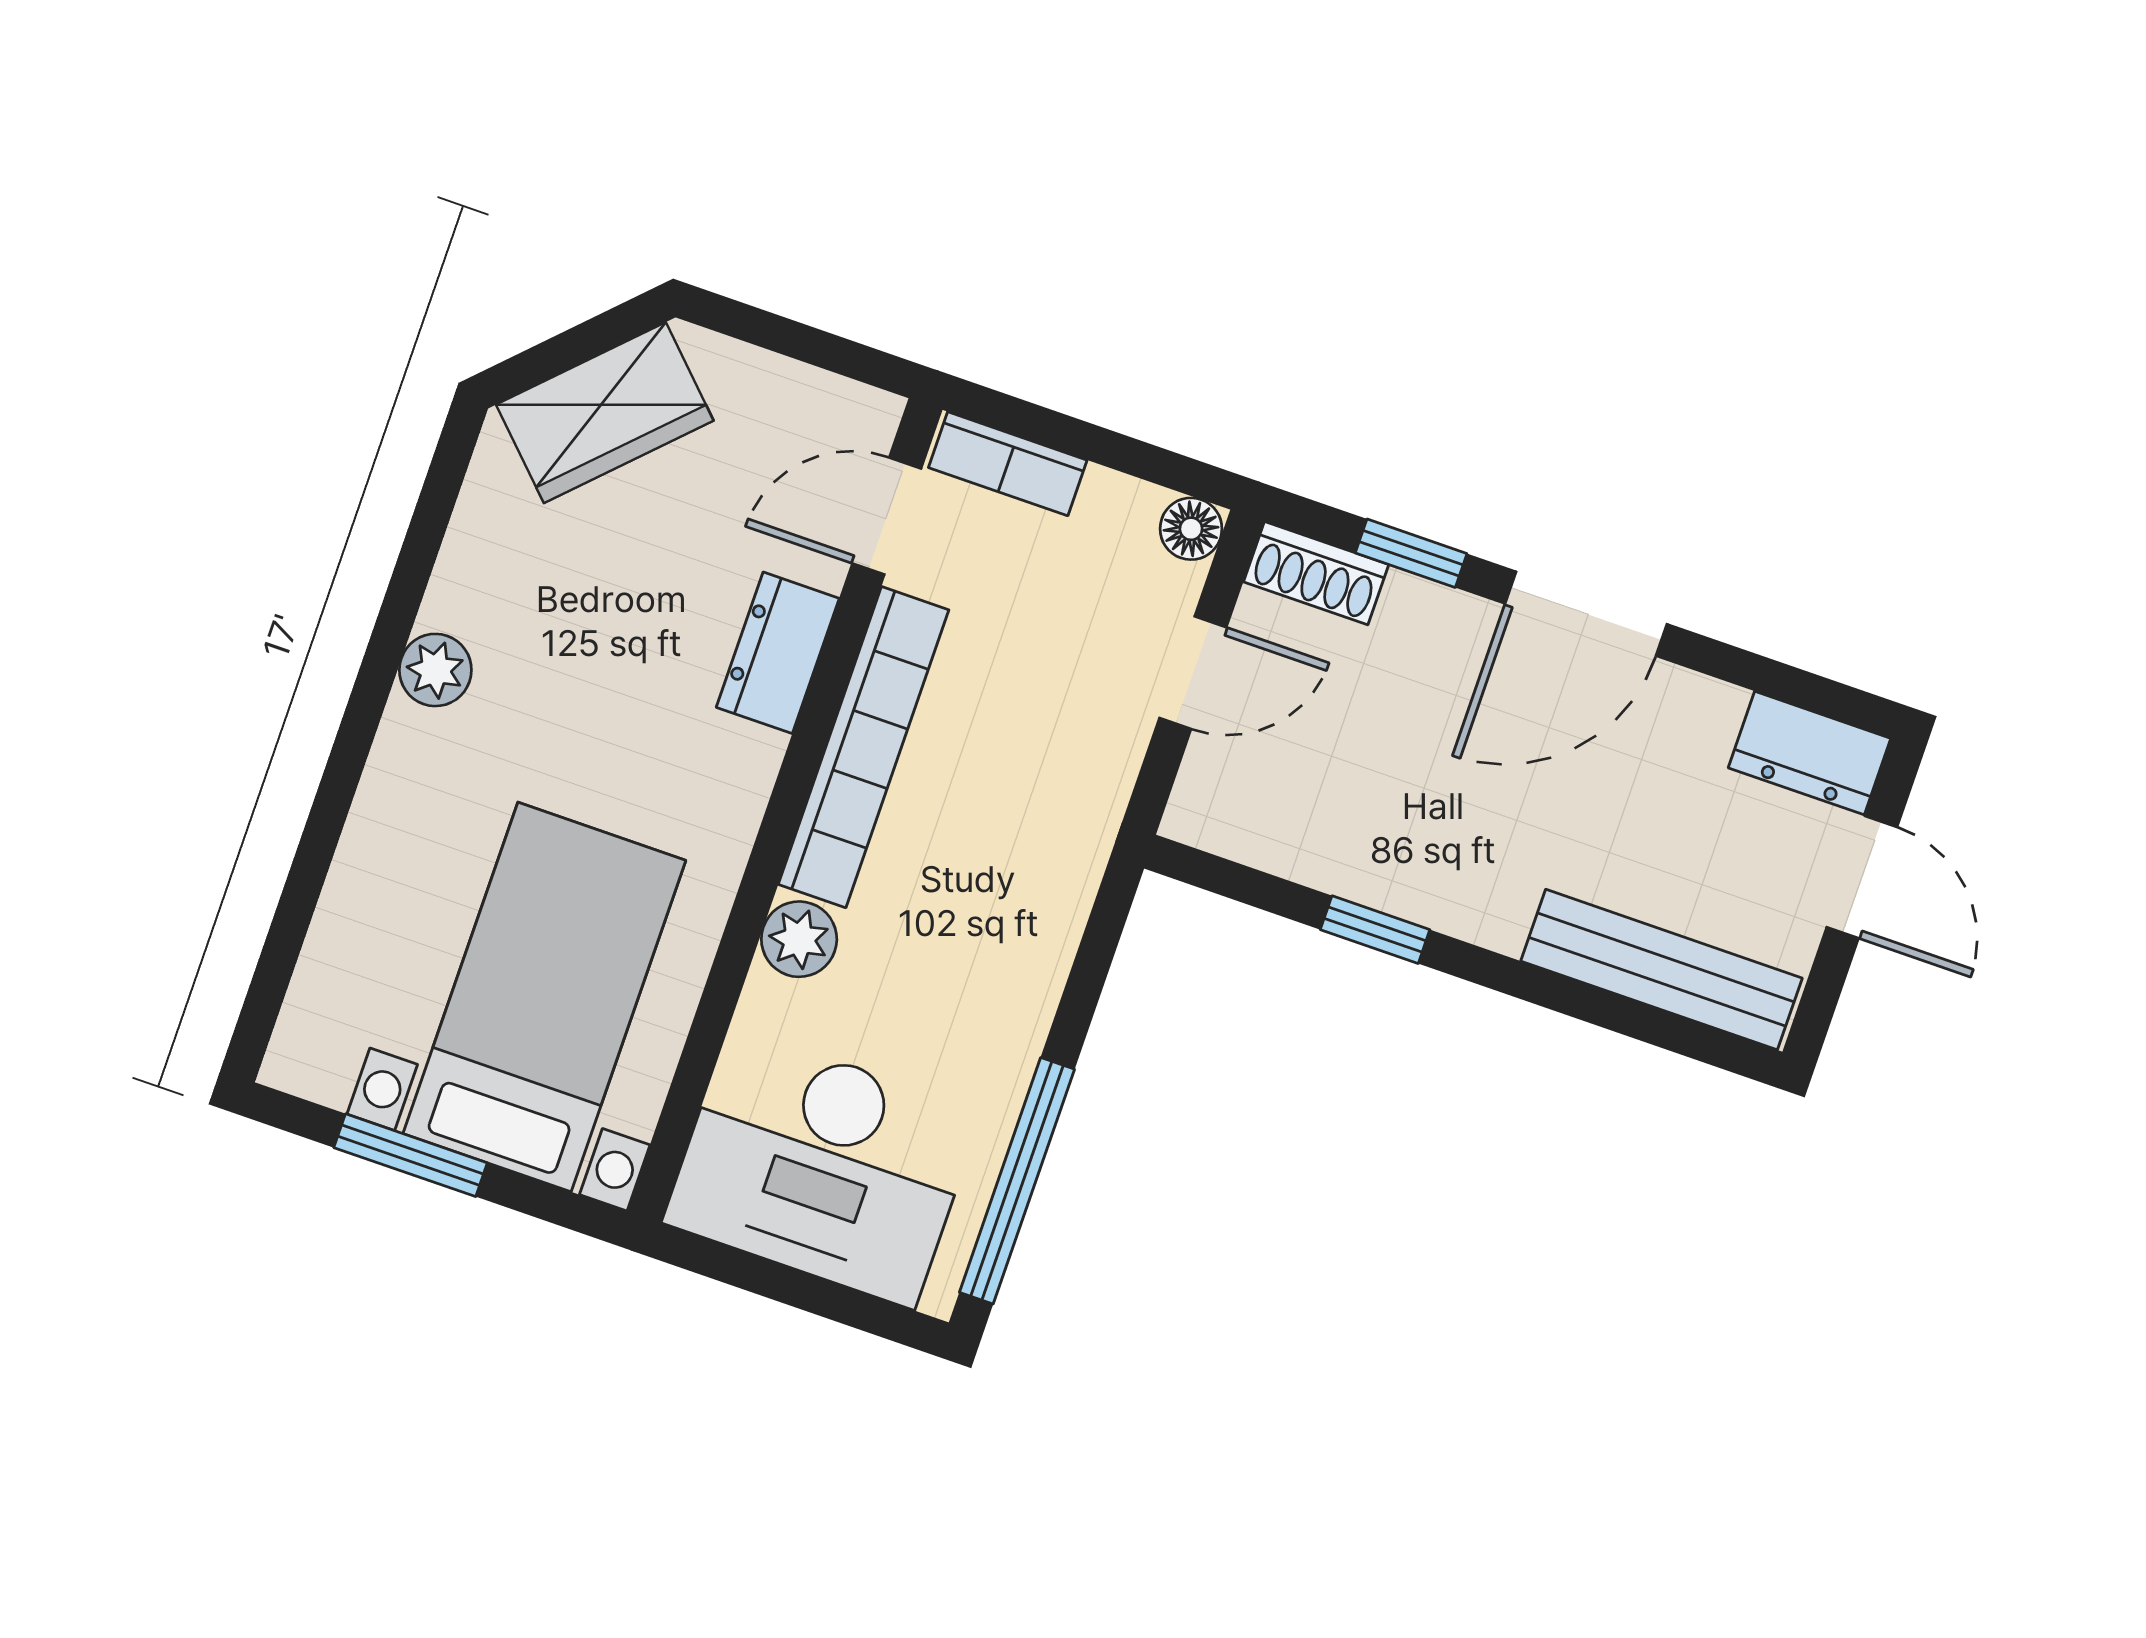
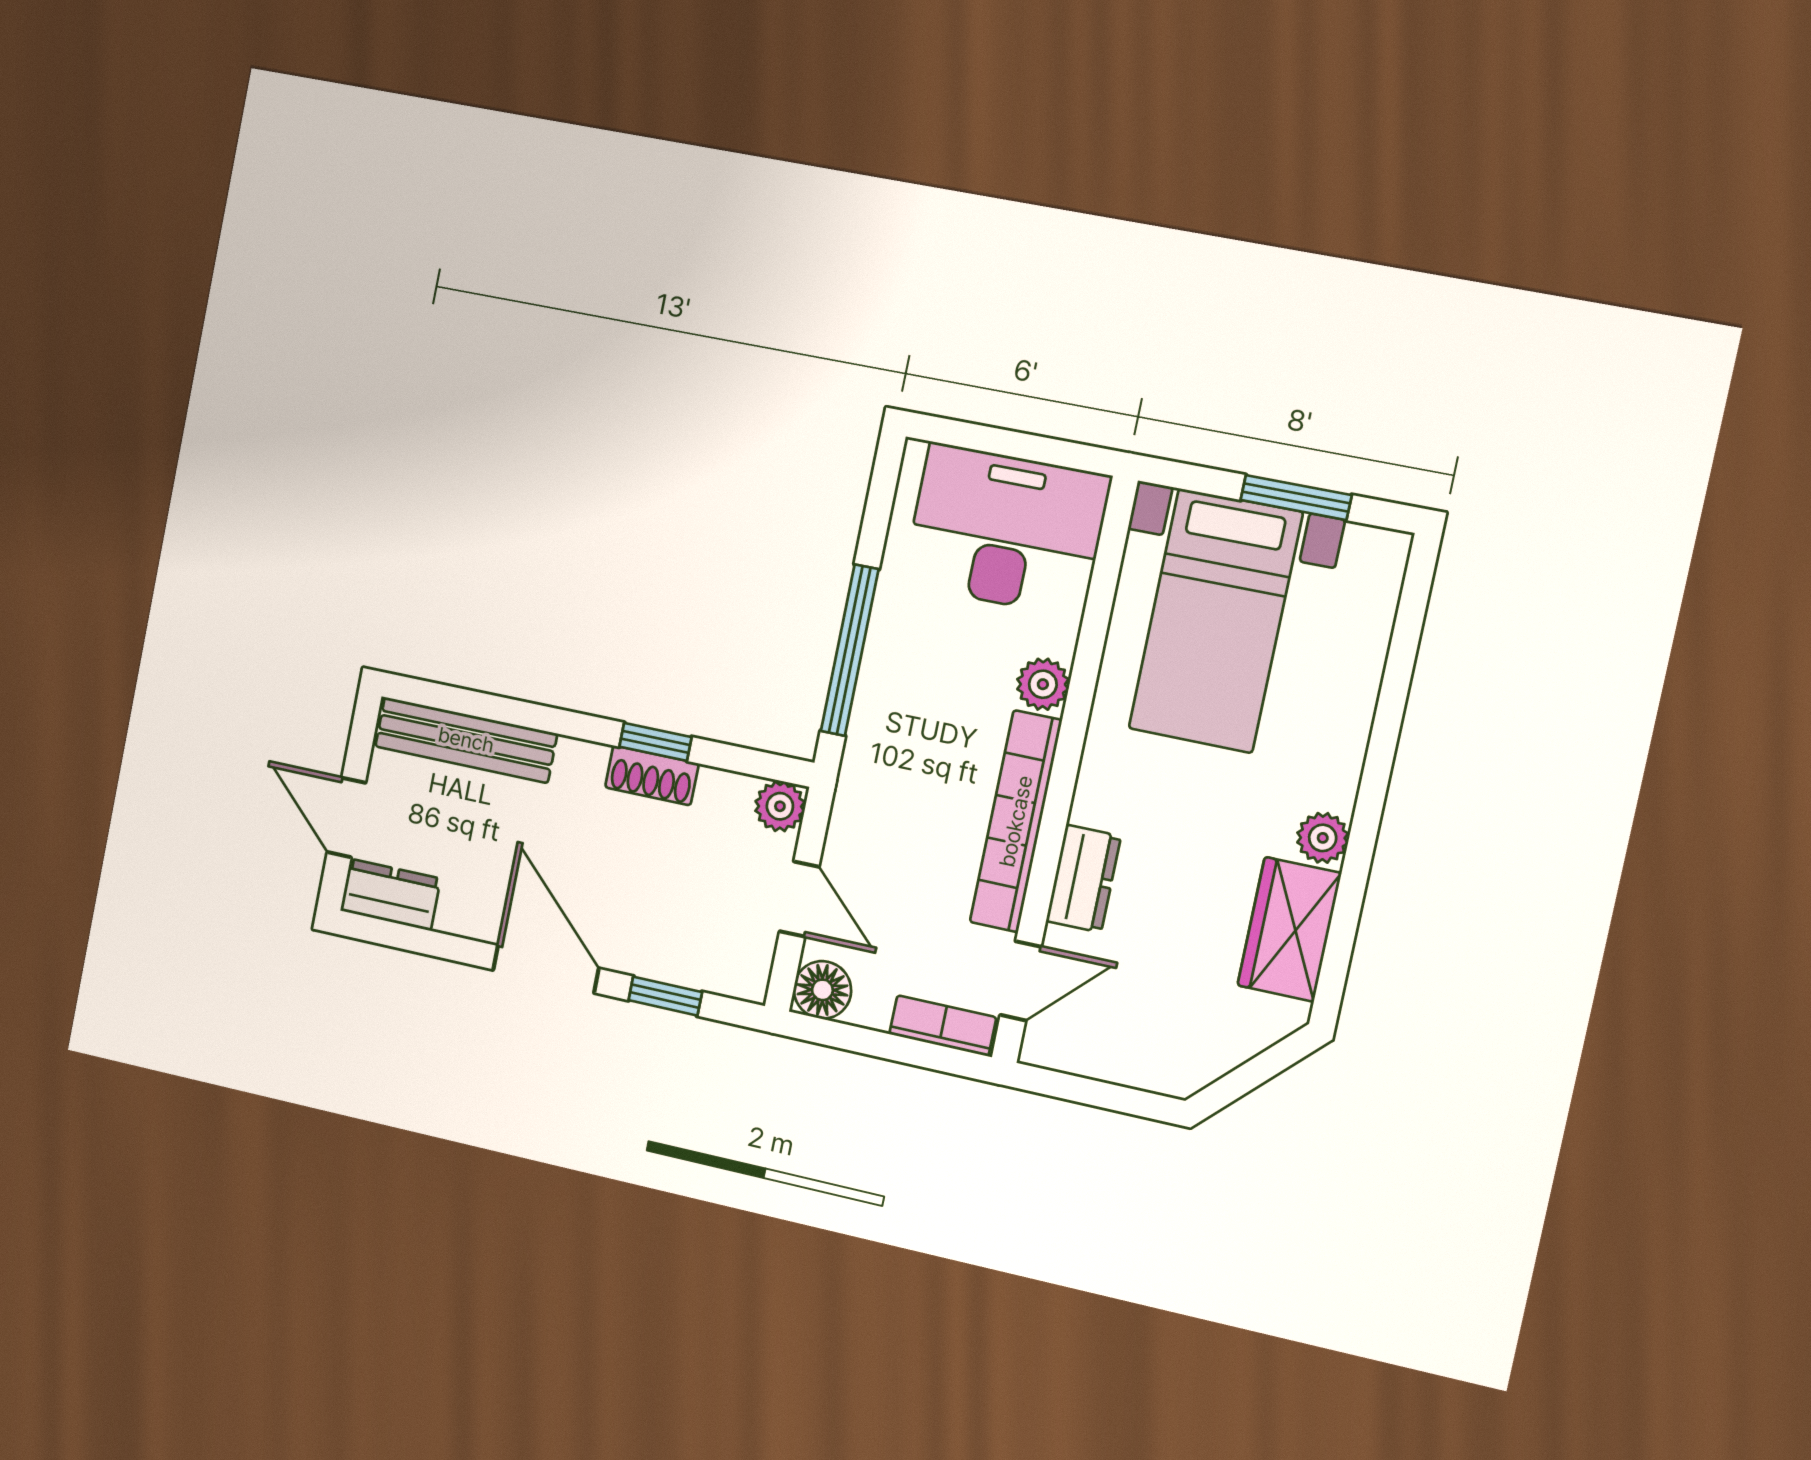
wardrobe: (605, 413) -> (1289, 929), moved, turned -45
floor lamp: (1191, 529) -> (822, 990), width x1.37, depth x1.37
shoe rack: (1316, 573) -> (652, 775), moved, turned 180
door: (1586, 614) -> (546, 969), hinge flipped
door: (1193, 673) -> (799, 899), swing flipped
plant: (1203, 812) -> (780, 806), added
window: (1017, 1181) -> (850, 650), moved

